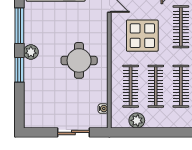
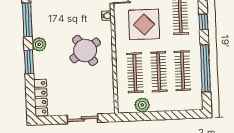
round table: (79, 60) -> (85, 50), turned -34
locker: (30, 108) -> (41, 97), added
water cooler: (103, 109) -> (106, 16), moved

